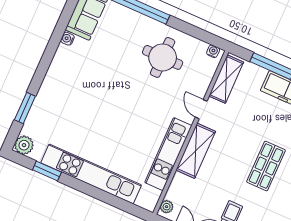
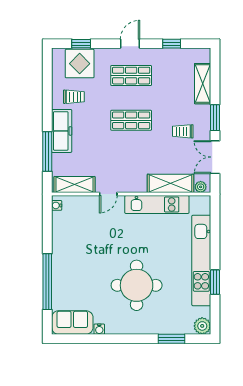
round table: (163, 57) -> (137, 285), moved, width x1.36, depth x1.36
shelving: (196, 151) -> (171, 183), moved
window: (47, 171) -> (215, 282), moved

